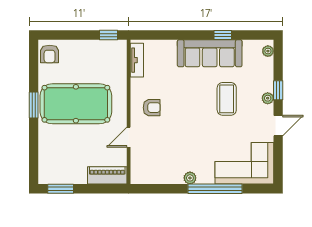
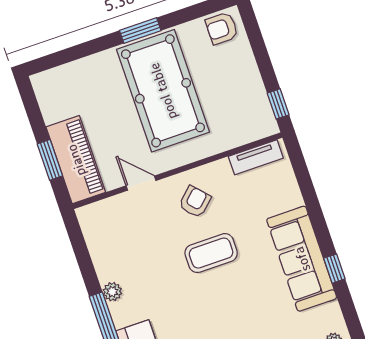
coffee table: (227, 99) -> (211, 253), moved
armchair: (152, 108) -> (195, 202), turned -133
piano: (107, 175) -> (76, 160), width x1.37, depth x1.33
window: (61, 189) -> (50, 160), moved

